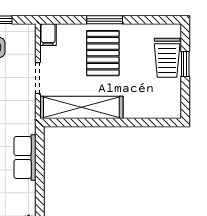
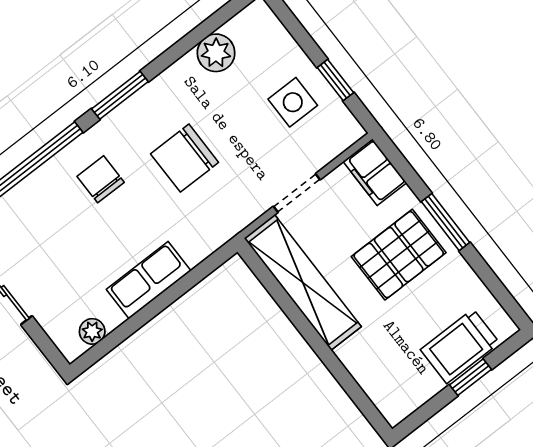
filing cabinet: (48, 35) -> (375, 172), width x2.00
row of seats: (25, 157) -> (149, 280), moved

